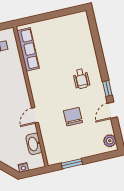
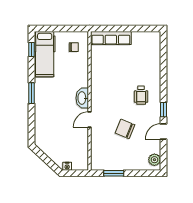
row of seats: (28, 49) -> (111, 38), moved, turned 90
chair: (73, 117) -> (125, 129), turned -68
washbasin: (34, 144) -> (82, 98), moved

